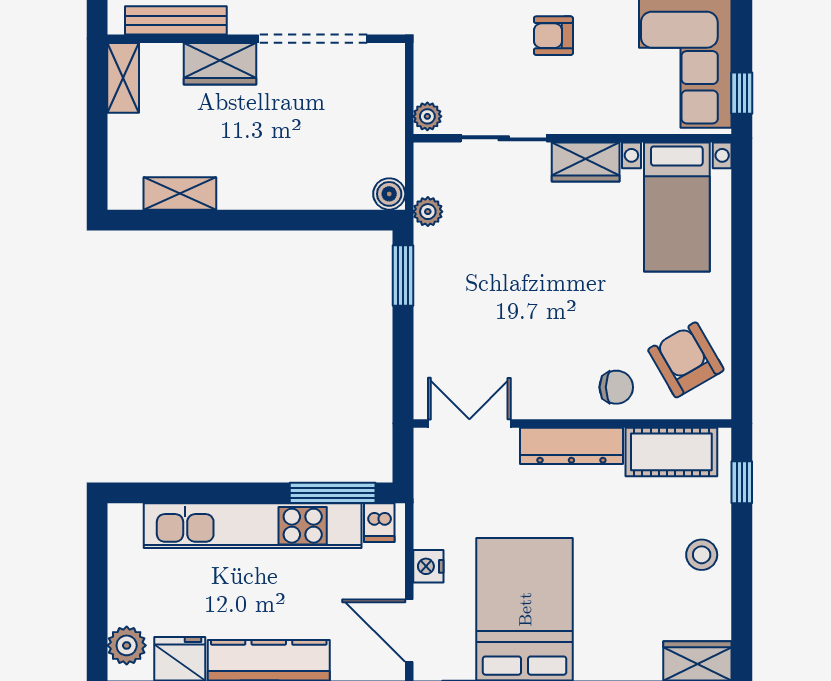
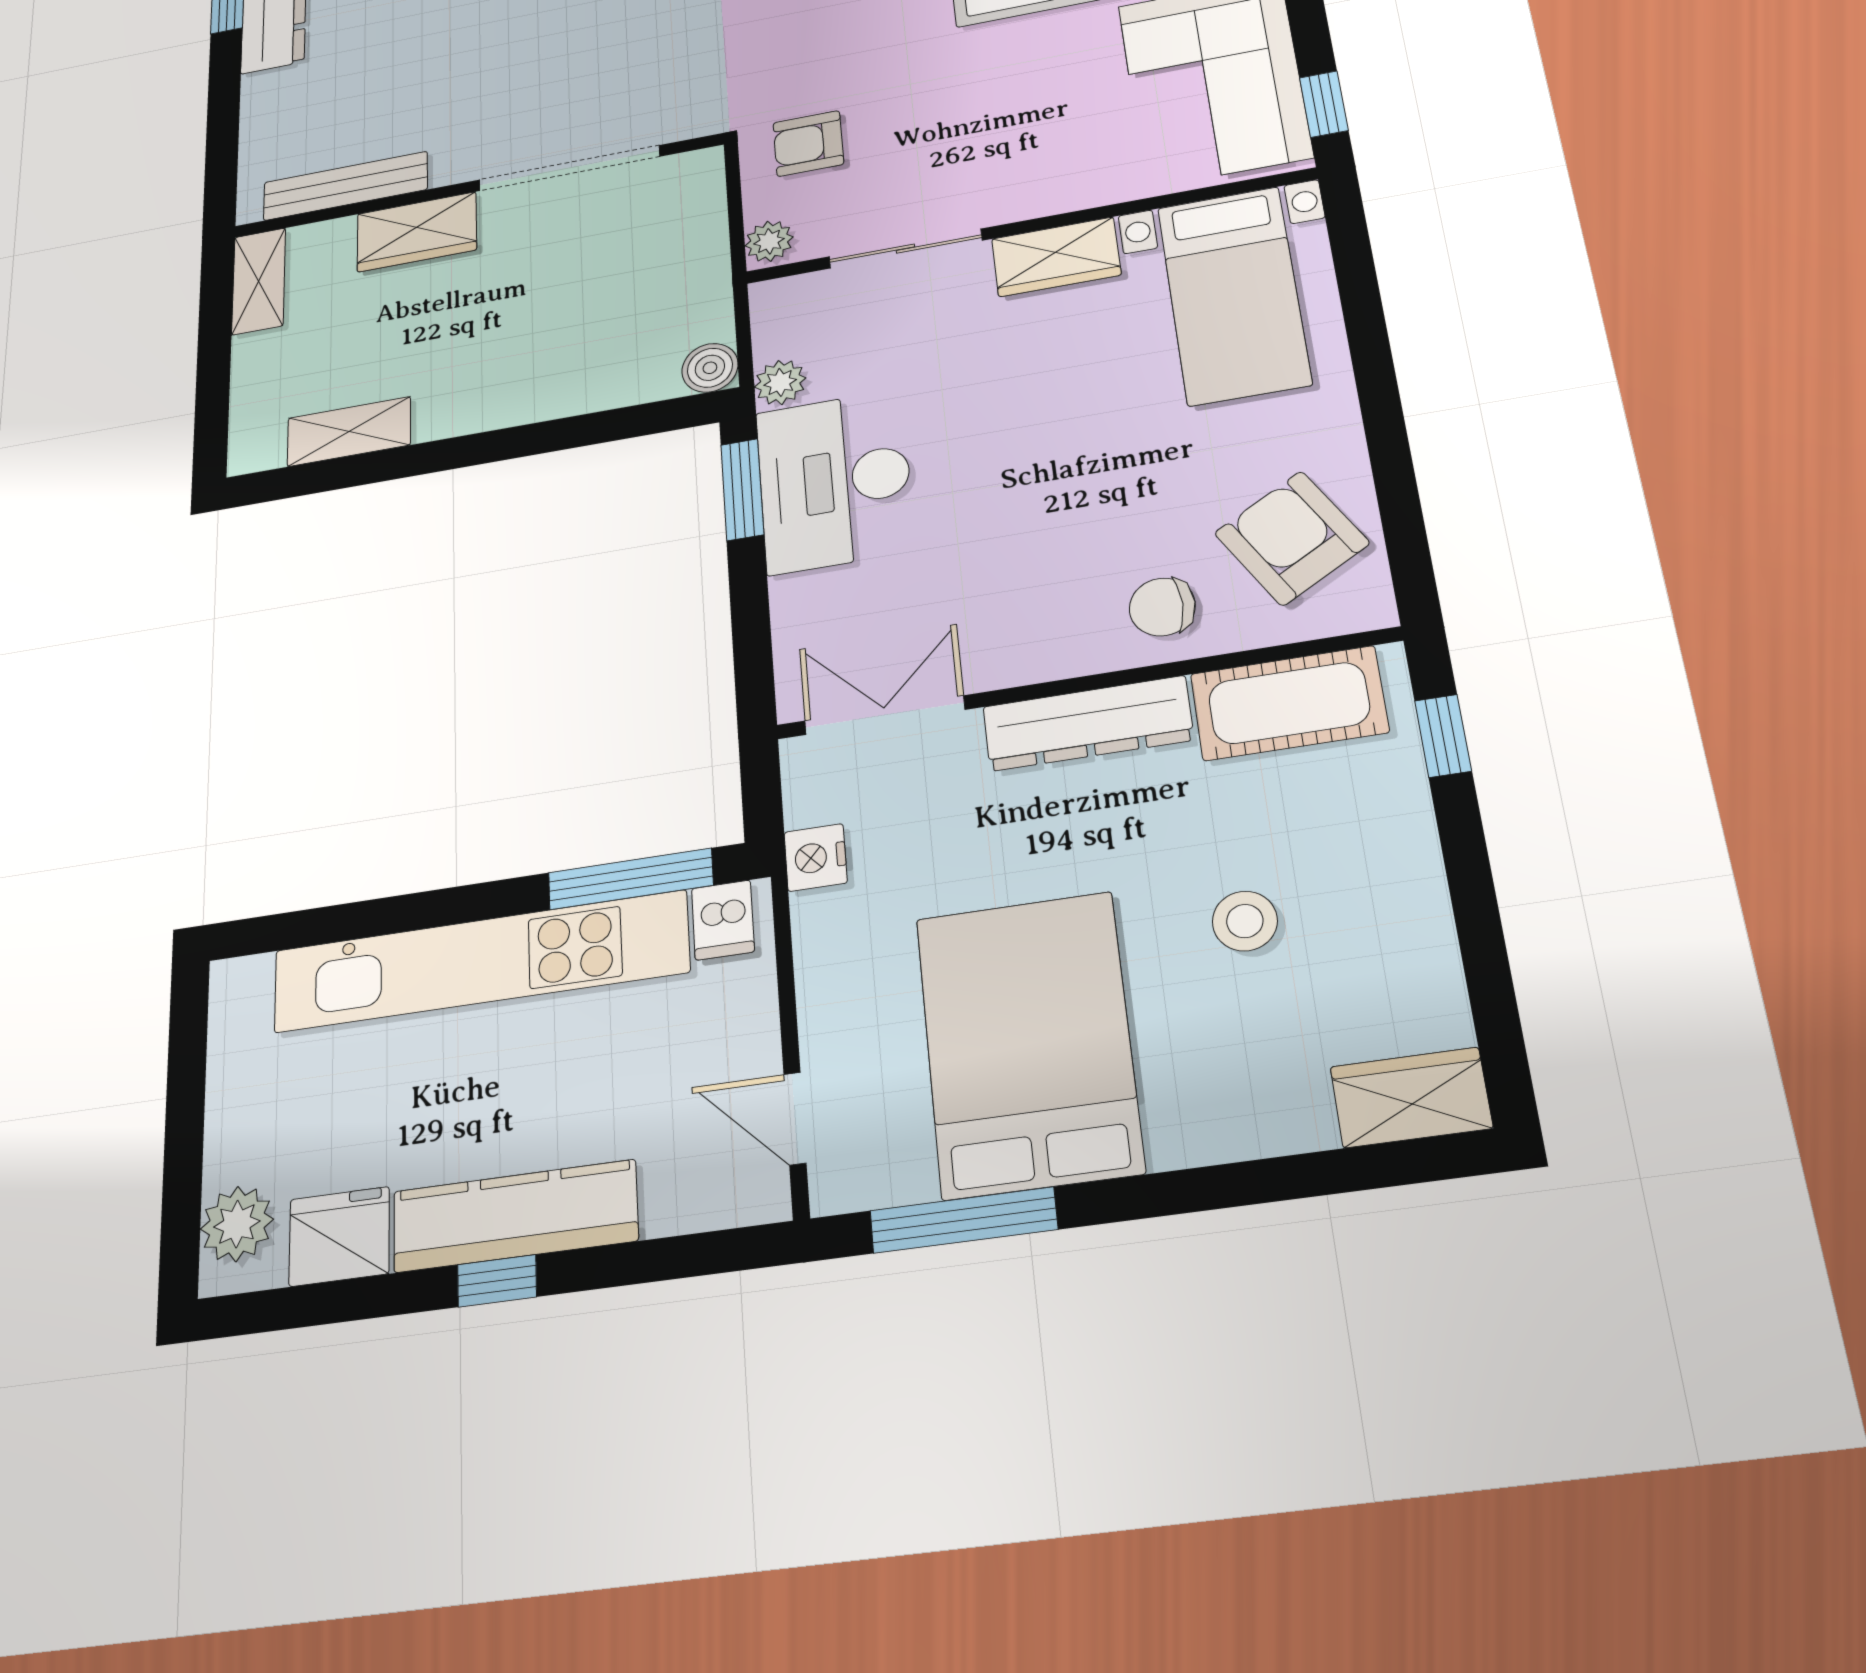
armchair: (553, 36) -> (808, 144), moved
desk: (454, 280) -> (835, 481), added
chair: (616, 387) -> (1162, 607), turned 180
stool: (702, 555) -> (1245, 921), moved
nightstand: (428, 566) -> (816, 858), moved
door: (409, 631) -> (795, 1119), width x0.73

